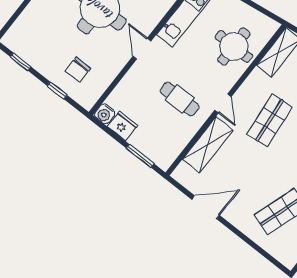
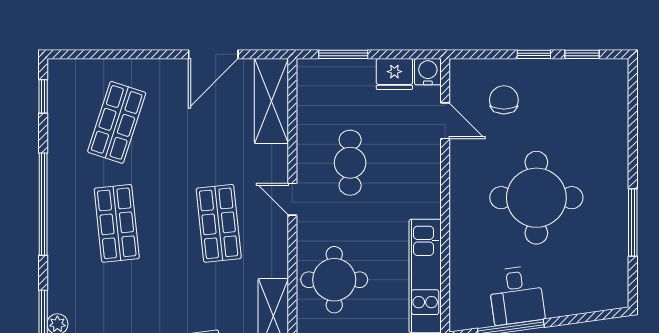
door: (142, 49) -> (445, 121), moved
window: (57, 90) -> (534, 54), moved
cafe table: (180, 99) -> (350, 163), turned 90
shelving: (208, 145) -> (271, 101), moved

